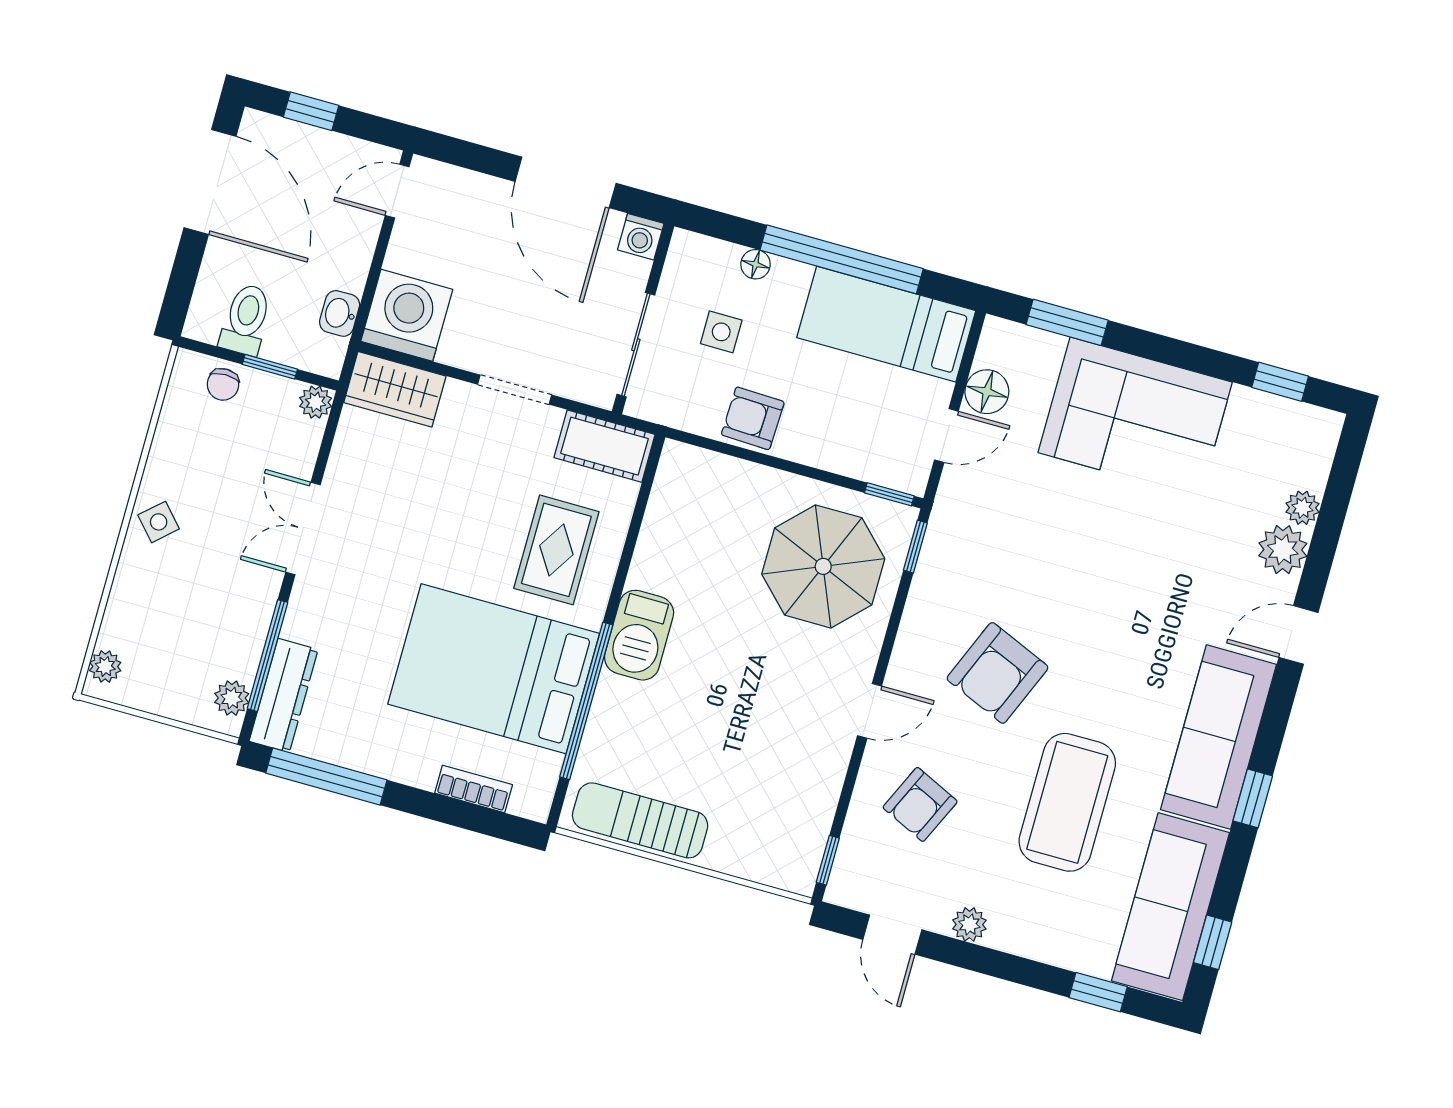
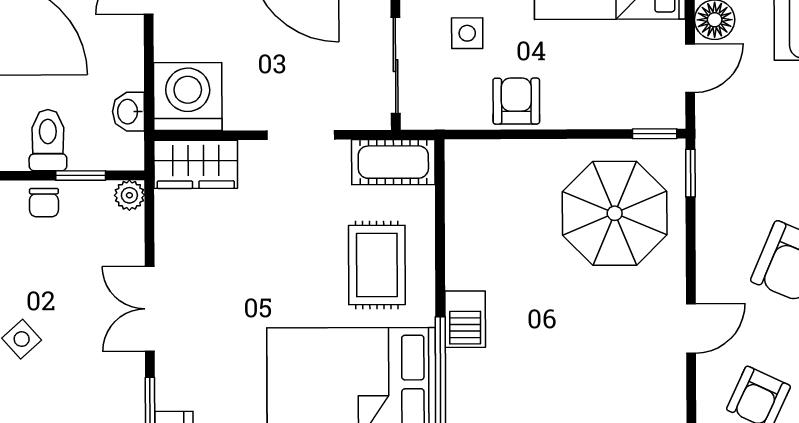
armchair: (753, 418) -> (516, 101), turned 88
barbecue: (639, 635) -> (465, 319), width x0.73, depth x0.79

